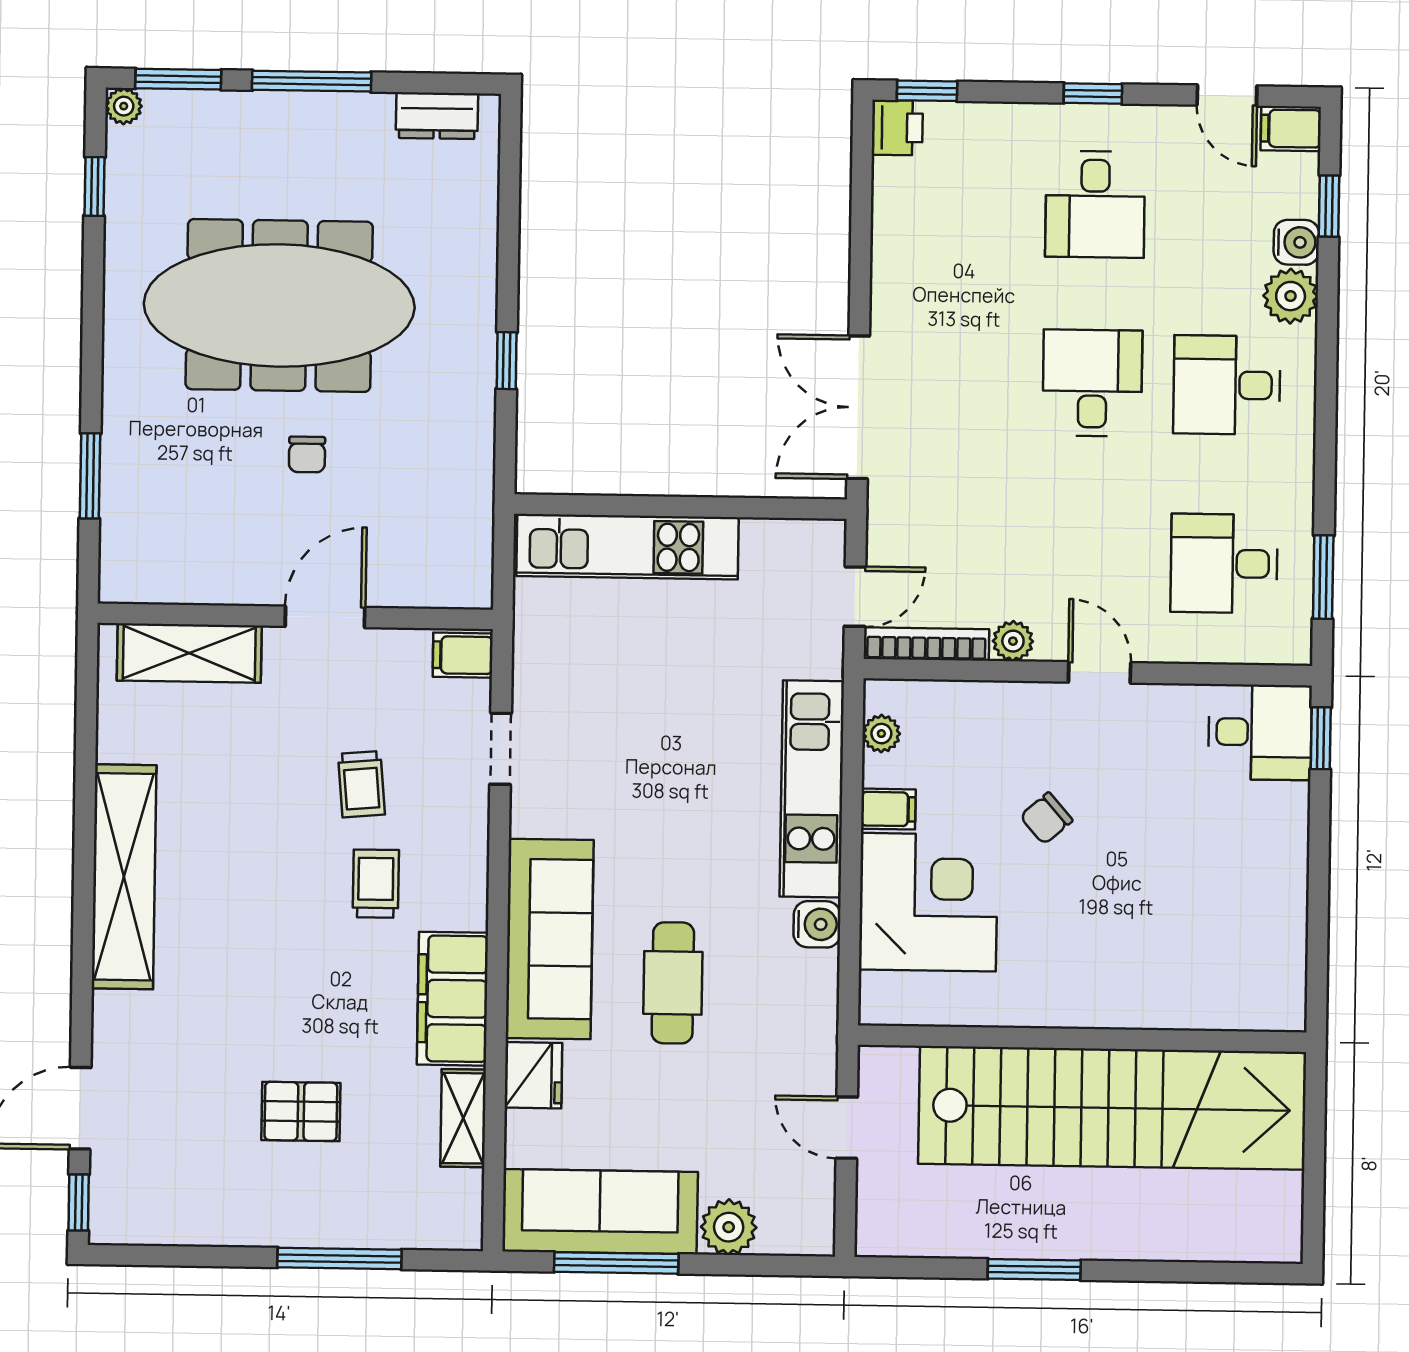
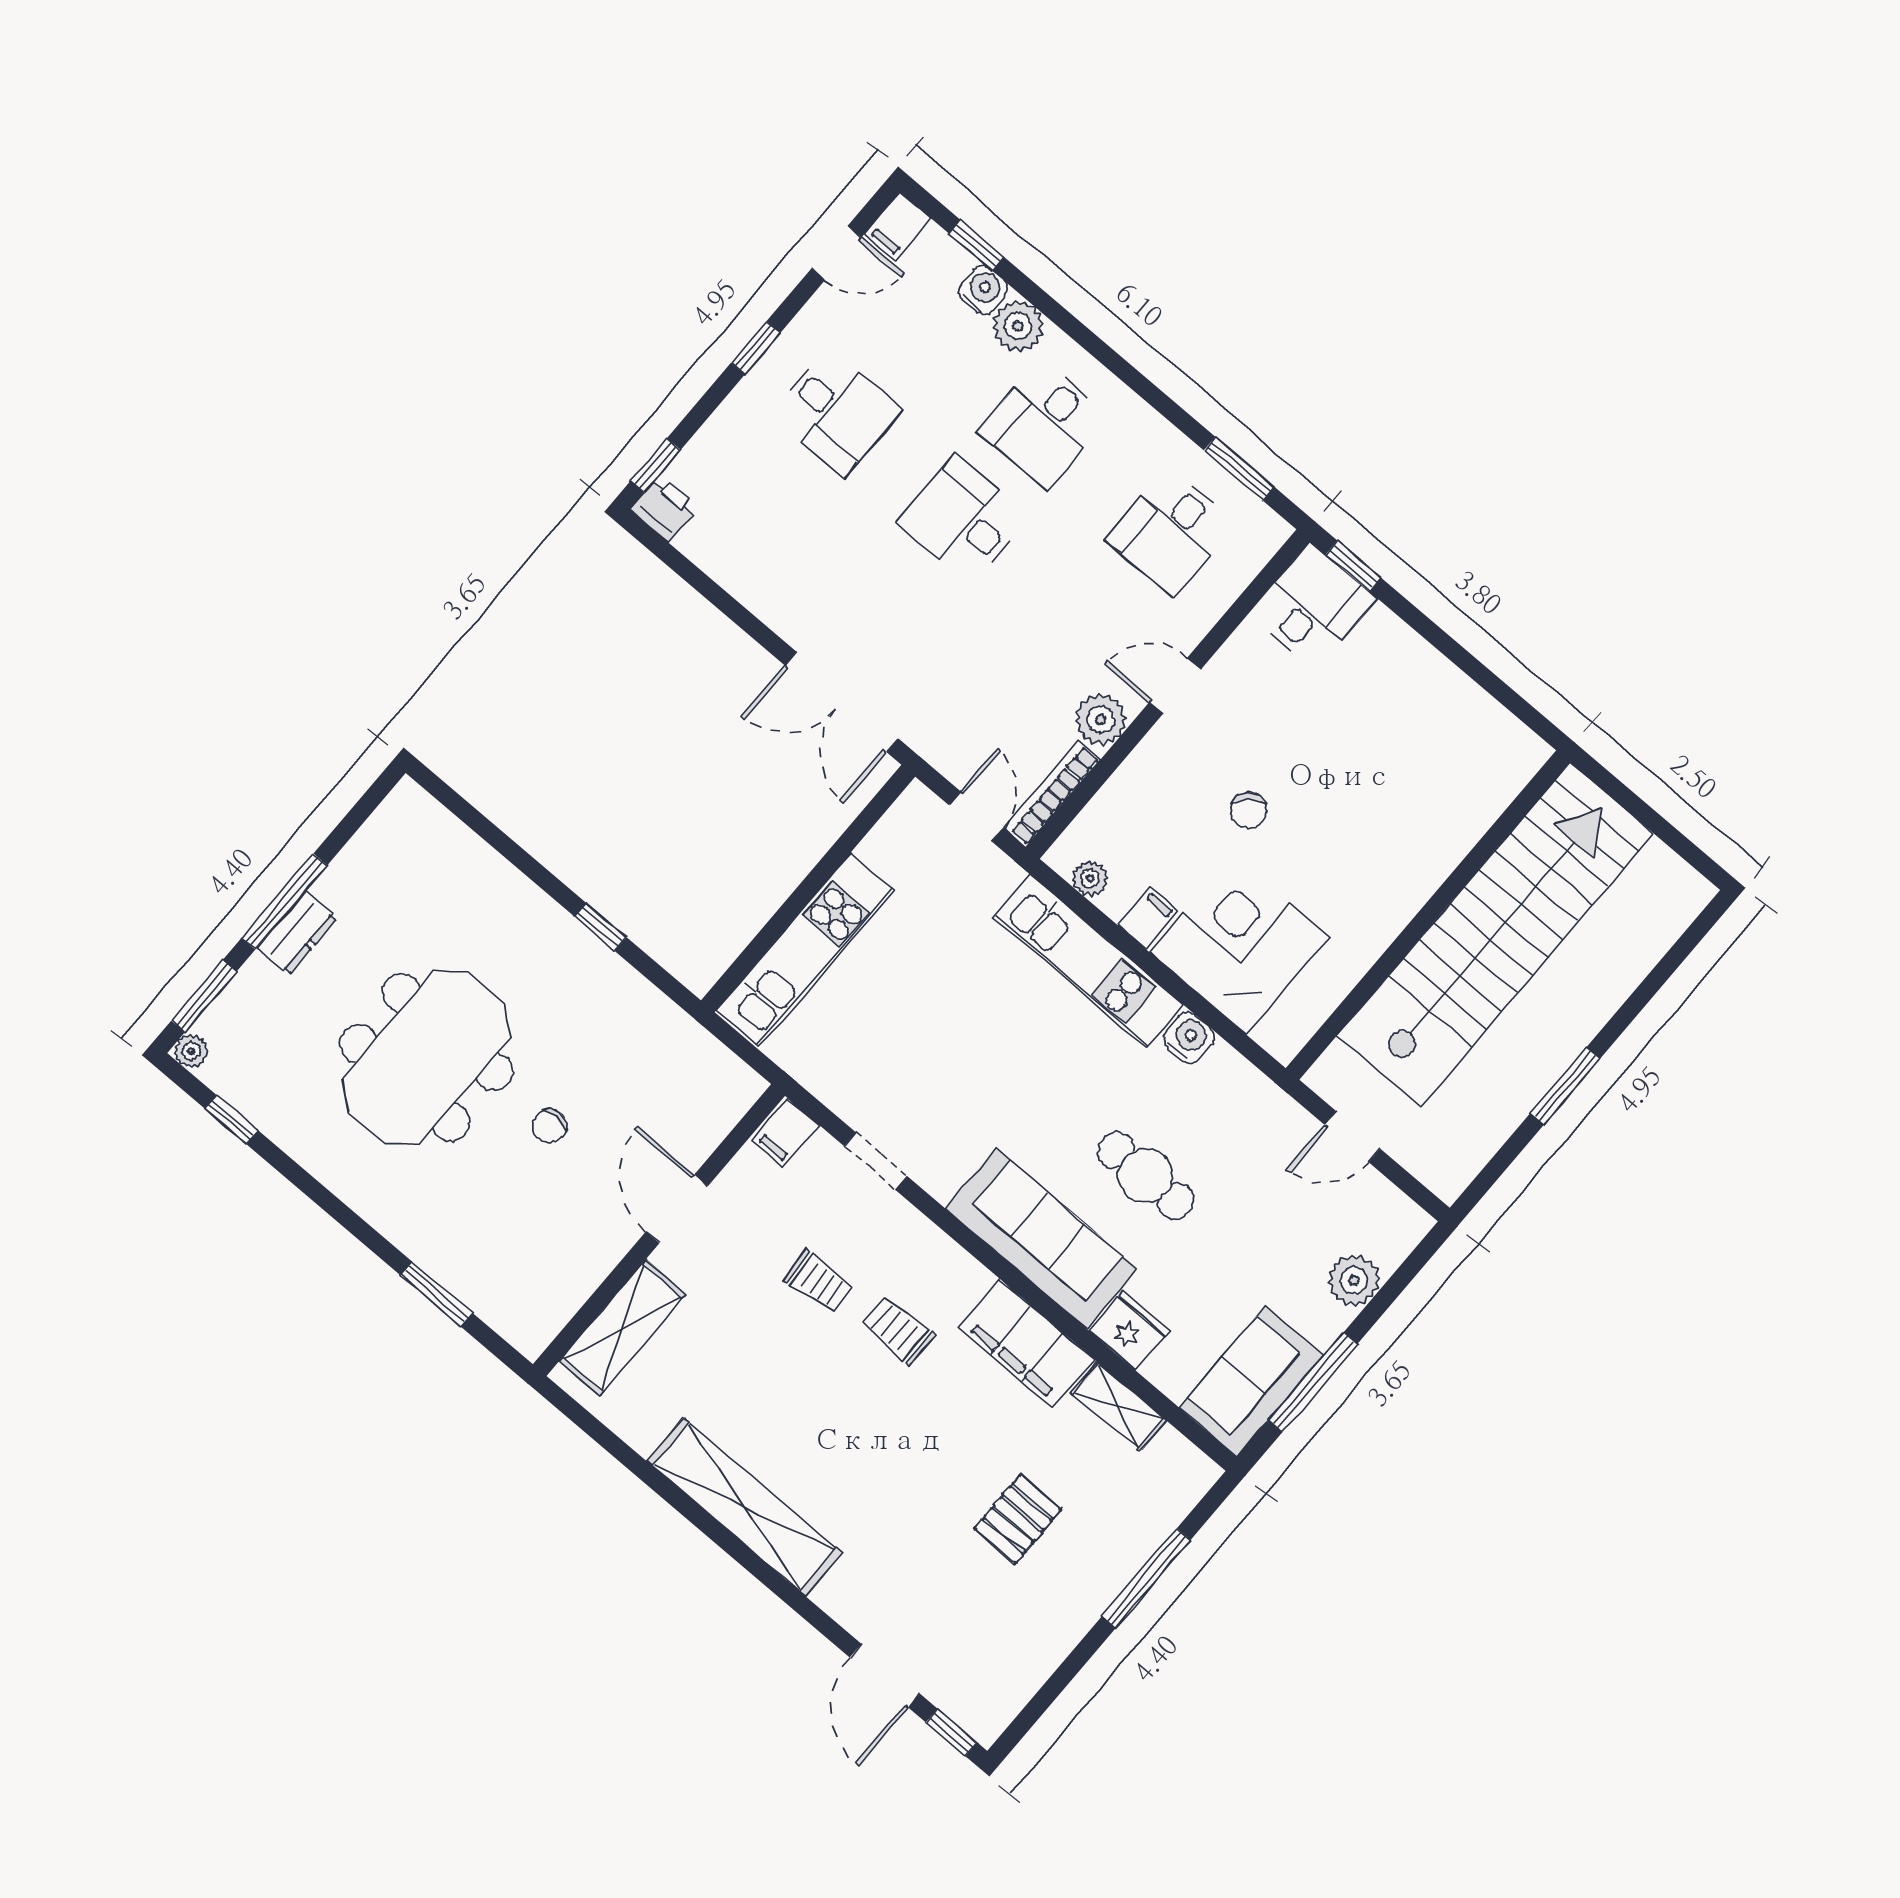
dresser: (437, 116) -> (297, 933), moved
meeting table: (279, 305) -> (426, 1058), width x0.73
chair: (307, 454) -> (550, 1126), turned 90
plant: (1013, 641) -> (1101, 719), width x1.38, depth x1.38
sofa: (600, 1212) -> (1251, 1382), width x0.73

